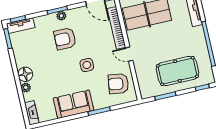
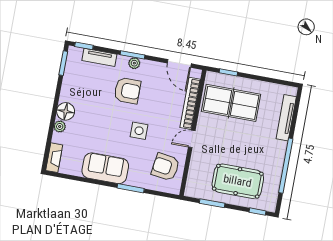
tv unit: (21, 26) -> (99, 57), moved
armchair: (65, 39) -> (127, 91), turned 180
door: (129, 54) -> (192, 139), hinge flipped

